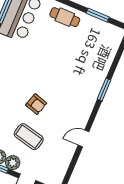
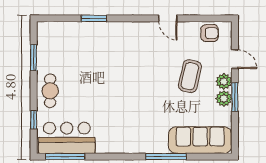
window: (104, 90) -> (94, 18), moved
armchair: (36, 104) -> (210, 33), moved, turned 73

